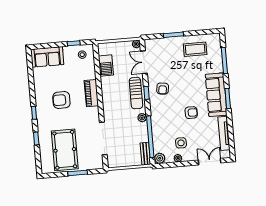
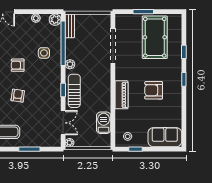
armchair: (163, 89) -> (18, 96), moved
armchair: (61, 100) -> (154, 90), turned 180
side table: (181, 143) -> (44, 53), moved

